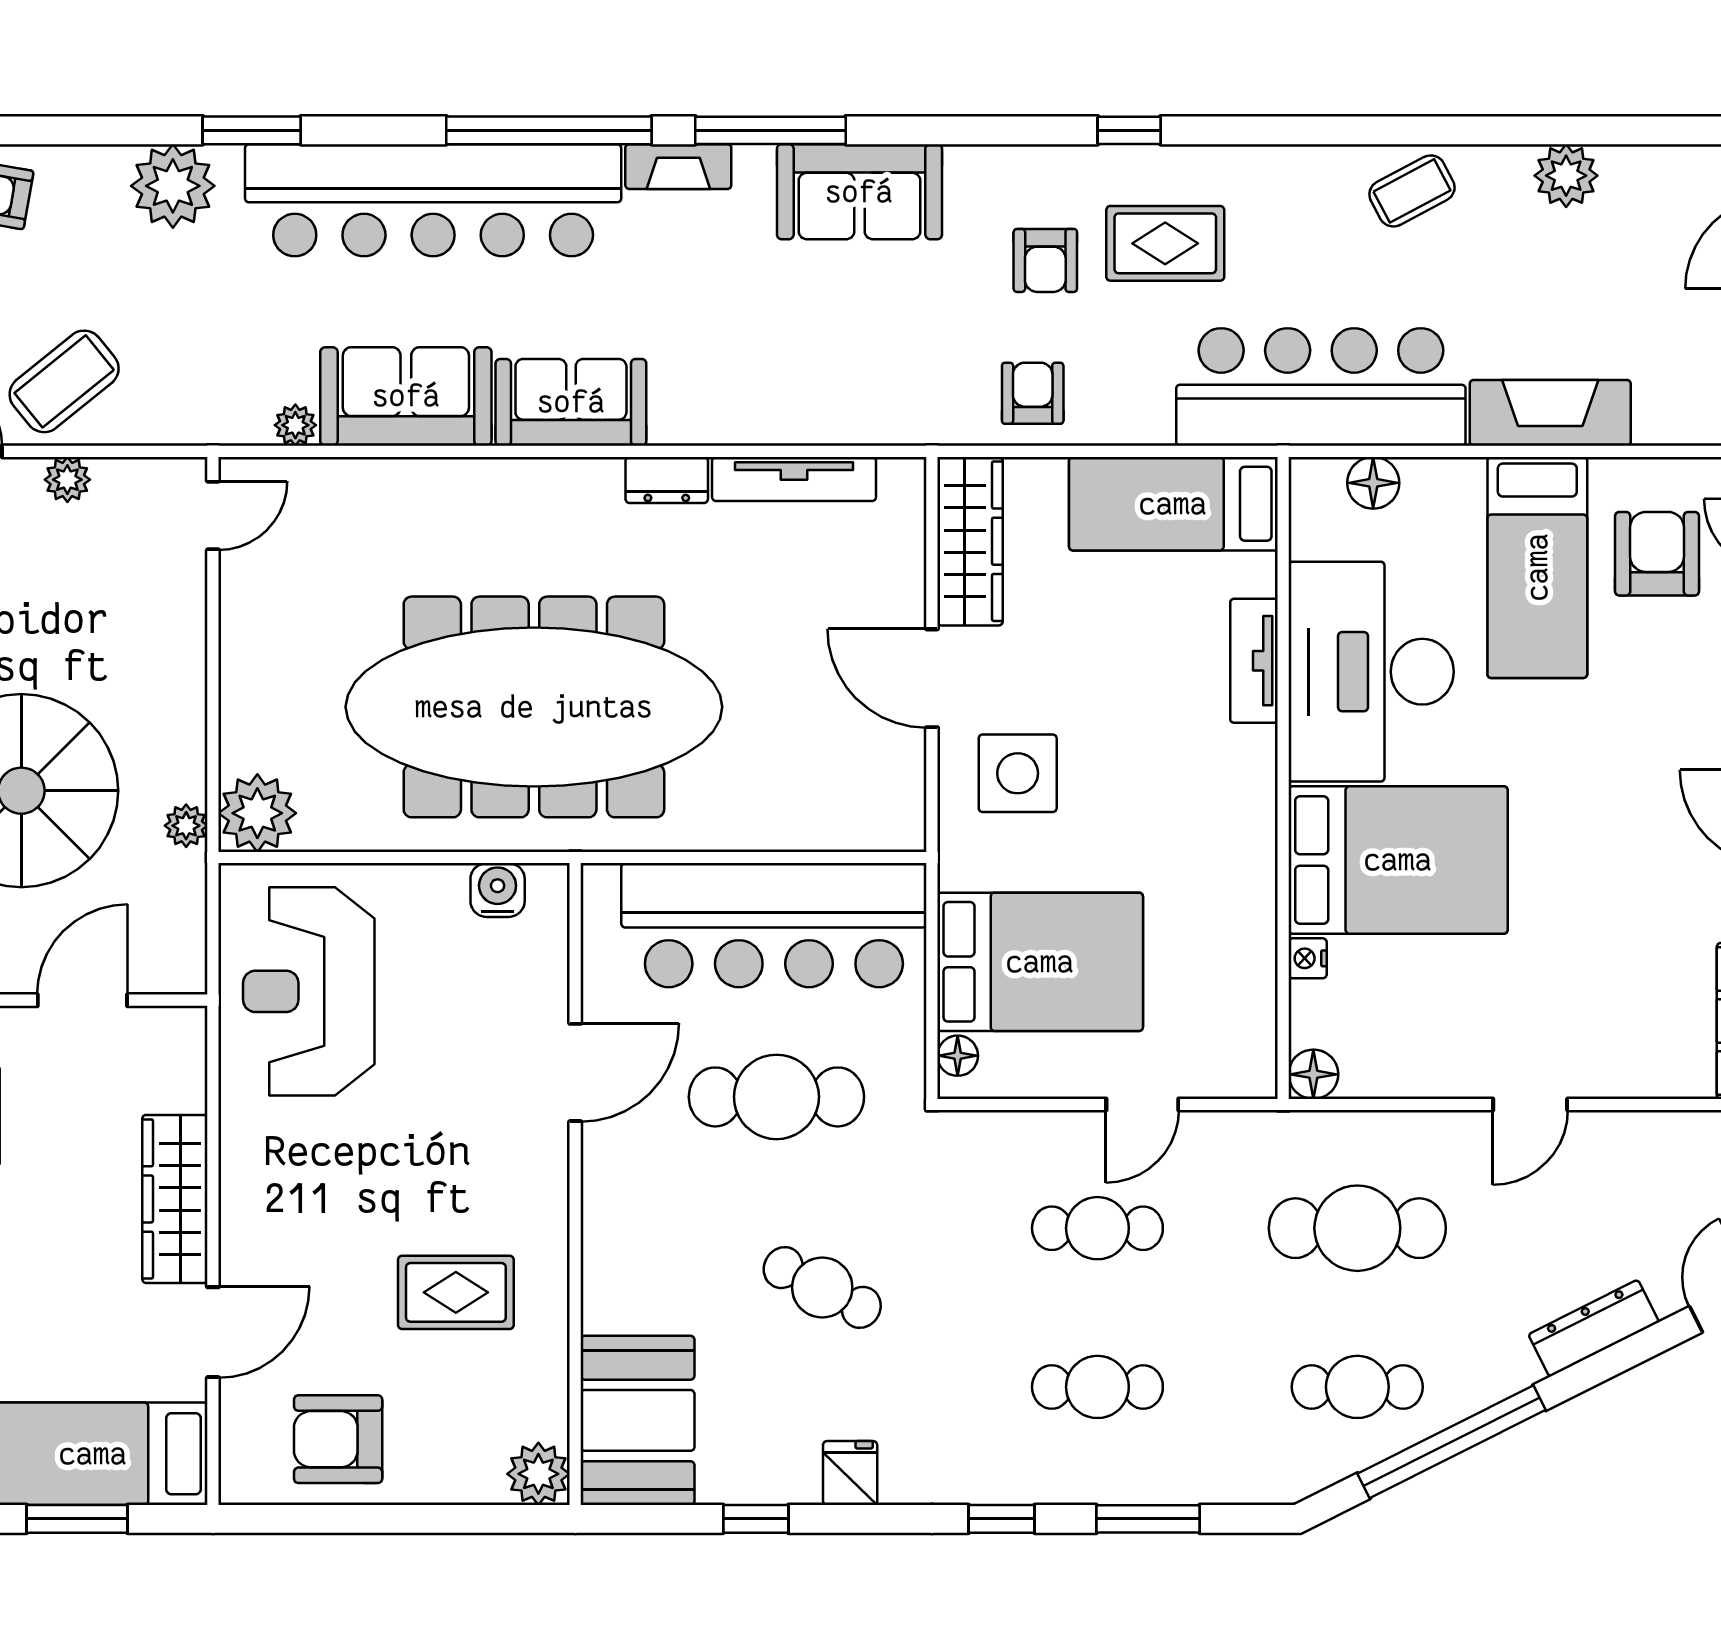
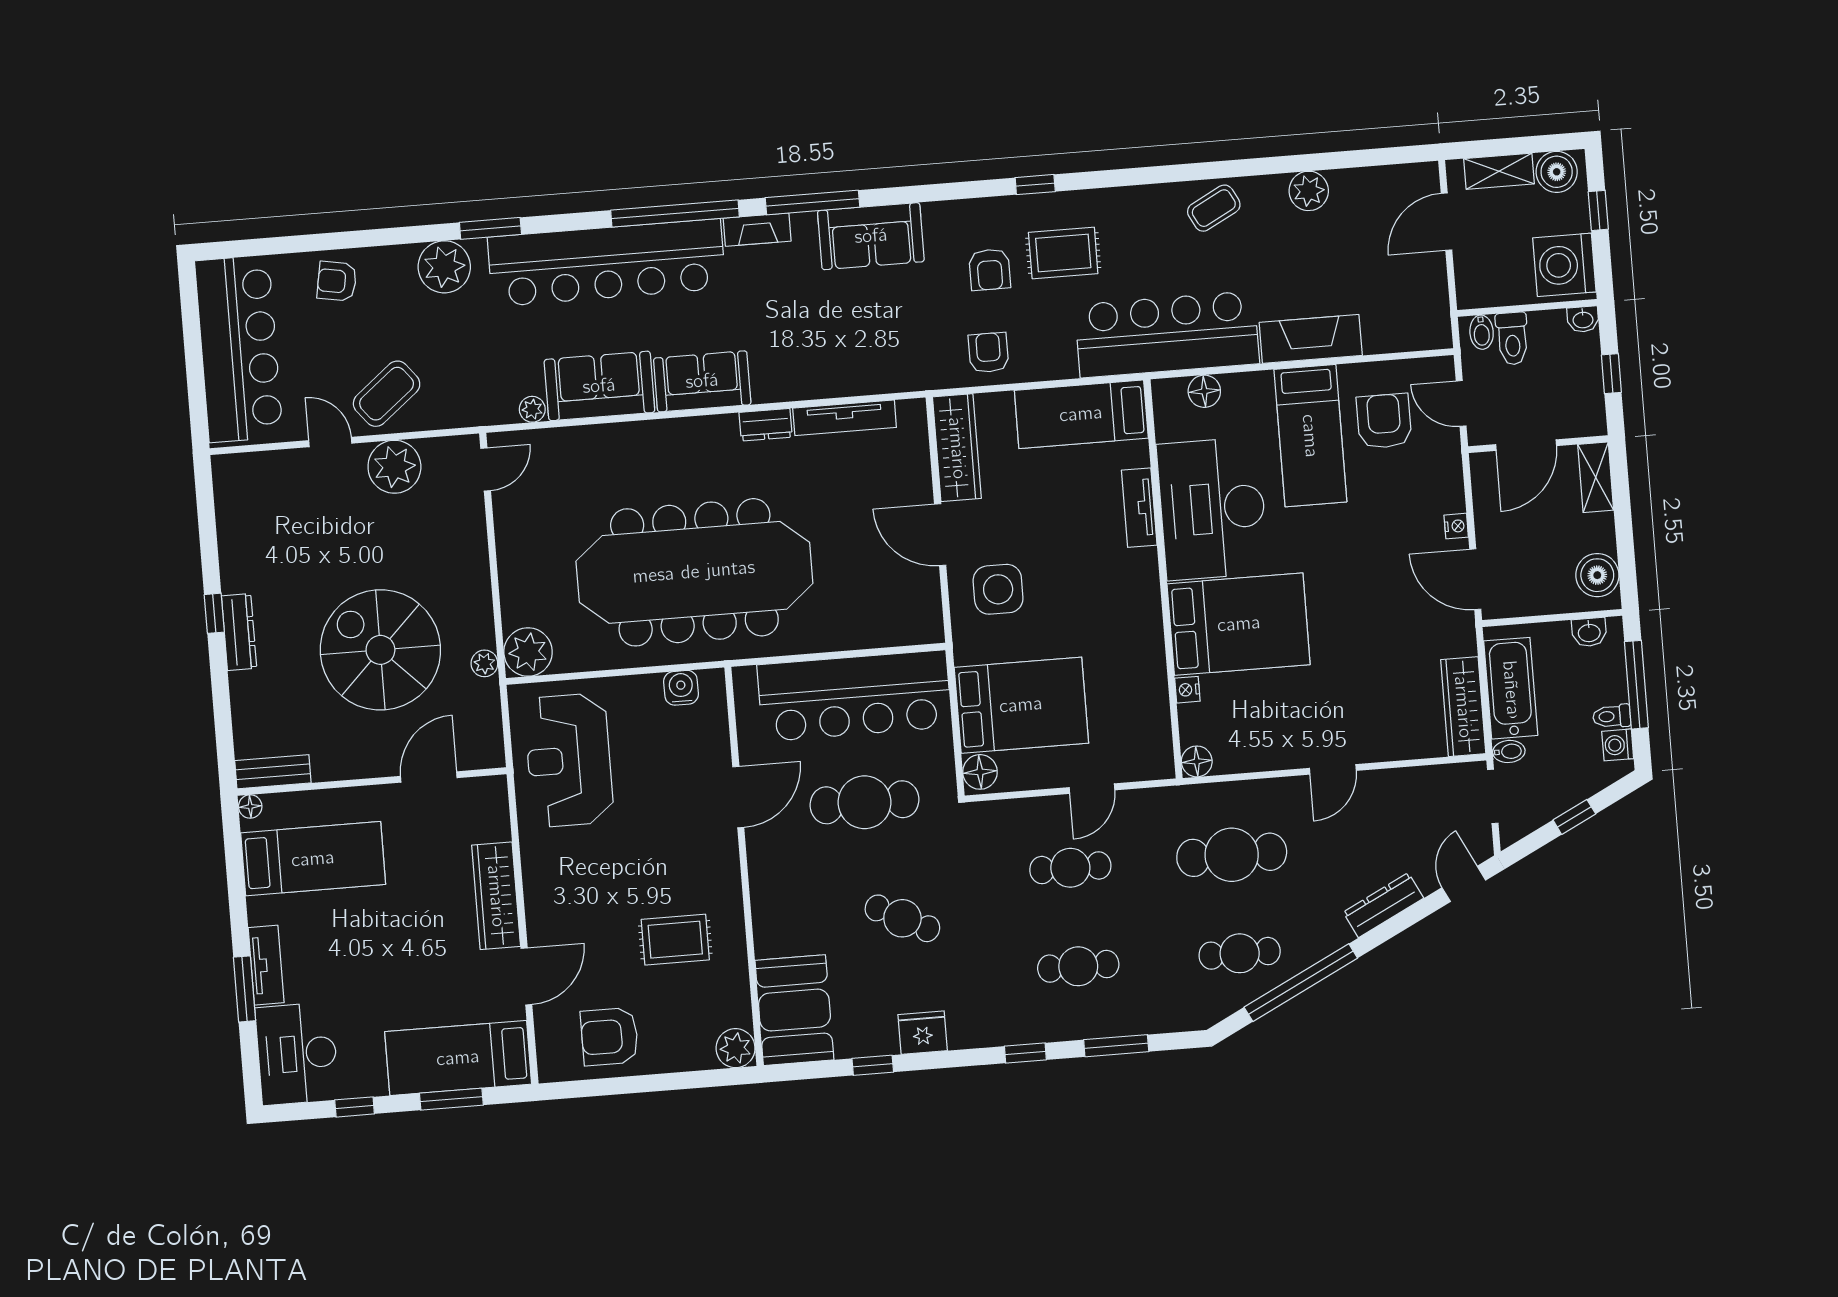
plant: (67, 480) -> (394, 467), width x1.88, depth x1.88
floor lamp: (958, 1056) -> (980, 772), width x1.37, depth x1.37
fridge: (850, 1473) -> (923, 1033), width x1.38

